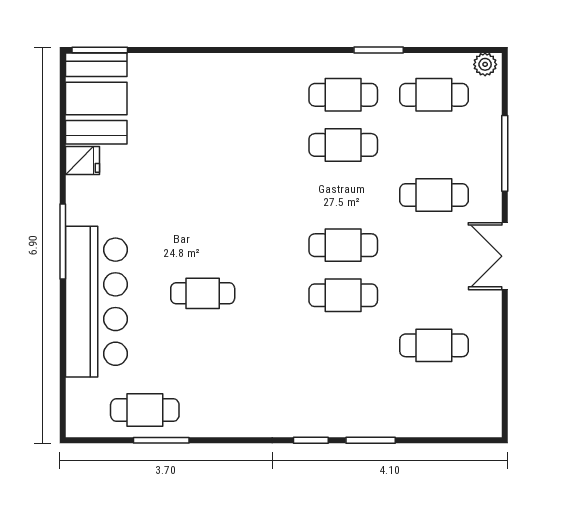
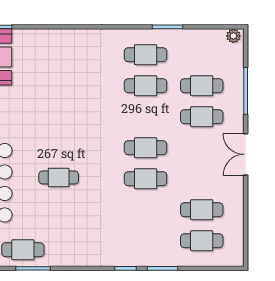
cafe table: (434, 95) -> (202, 86), moved
cafe table: (434, 395) -> (202, 241), added

